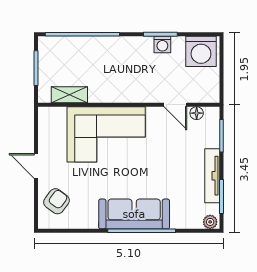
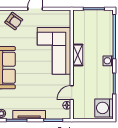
washing machine: (162, 44) -> (108, 61), moved
shelving: (69, 95) -> (78, 55), moved

